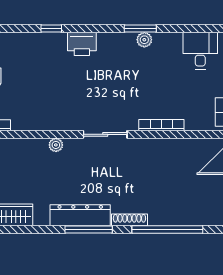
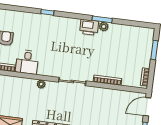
printer: (82, 44) -> (89, 27), moved
desk: (200, 51) -> (27, 62), moved, turned 180

